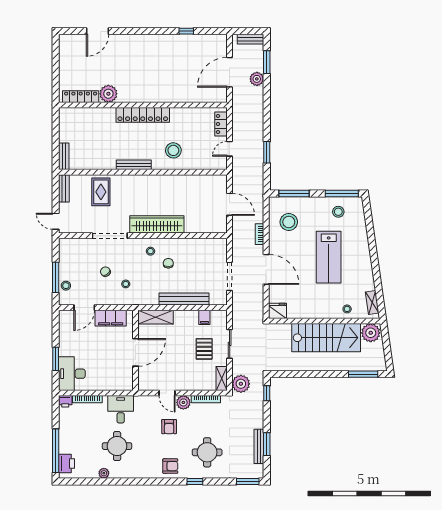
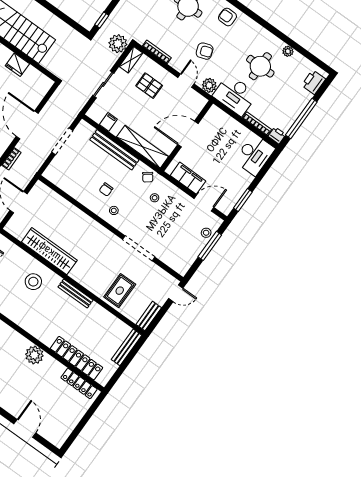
door: (98, 31) -> (25, 428), hinge flipped
plant: (108, 94) -> (34, 355), moved
locker: (143, 115) -> (76, 358), moved
bench: (64, 156) -> (127, 347), width x1.36
door: (56, 221) -> (176, 293), hinge flipped
wardrobe: (157, 224) -> (49, 251), moved, turned 180
chair: (105, 272) -> (148, 177), moved
fridge: (278, 311) -> (17, 65), moved
shelving: (156, 317) -> (143, 147), width x1.47
pallet: (204, 349) -> (149, 86), moved, turned 90
window: (56, 359) -> (243, 200), moved
plant: (183, 402) -> (209, 85), moved
desk: (121, 409) -> (235, 95), width x1.37
armchair: (169, 427) -> (205, 51), turned 71
window: (56, 451) -> (301, 119), moved

